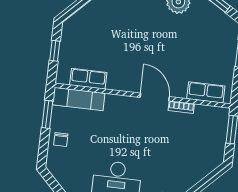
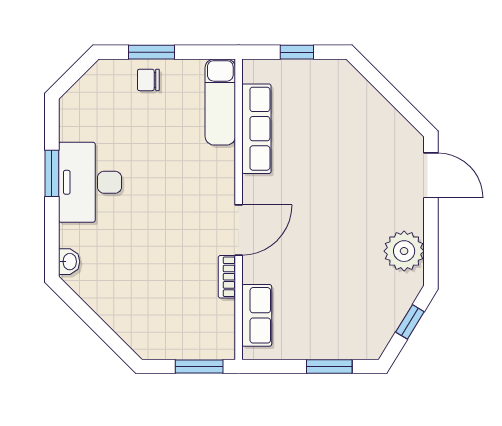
row of seats: (88, 79) -> (256, 129), width x1.48
window: (47, 114) -> (152, 52), moved

